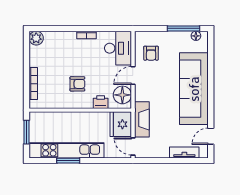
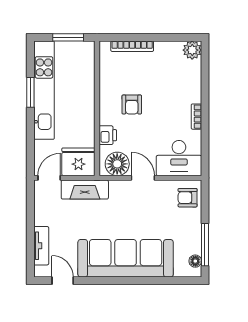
armchair: (151, 53) -> (188, 198), moved

